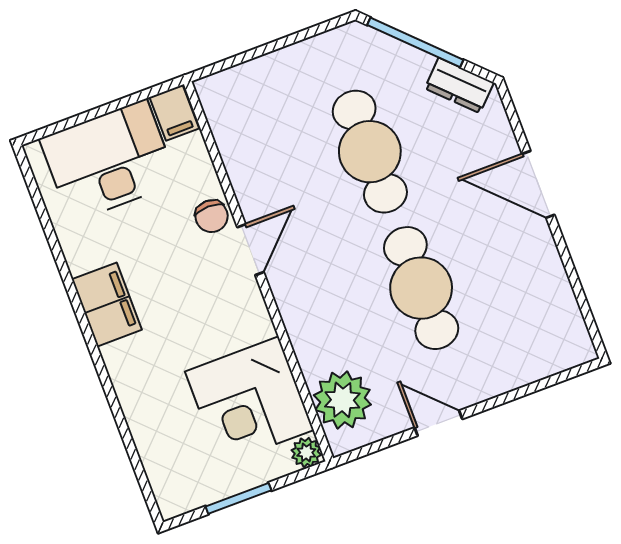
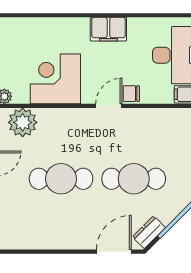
door: (538, 184) -> (114, 252), moved
door: (250, 250) -> (109, 106), swing flipped
corner desk: (249, 401) -> (55, 79), moved

